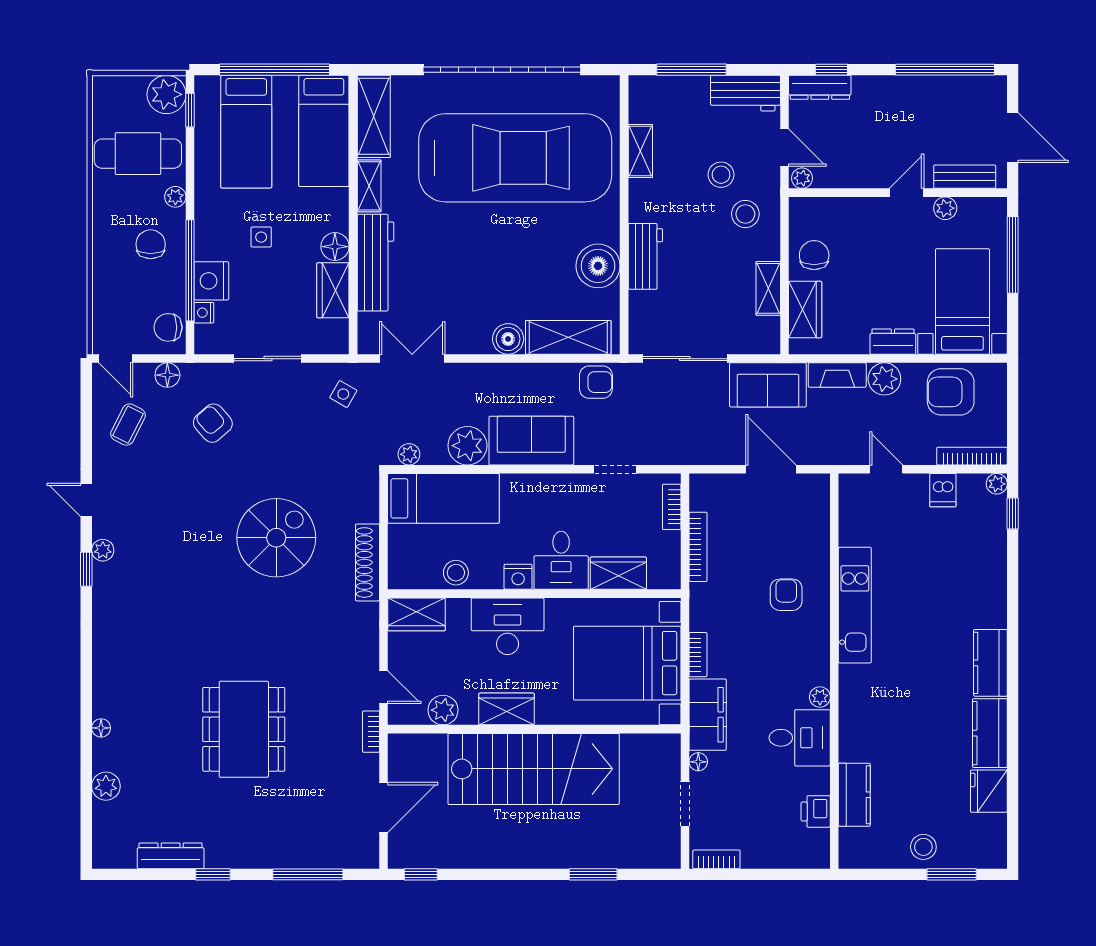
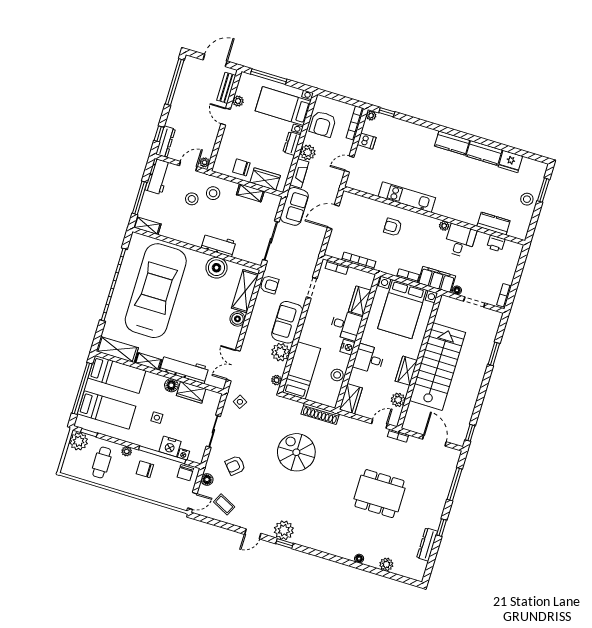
shelving: (640, 151) -> (147, 226), moved
cafe table: (138, 154) -> (102, 462), width x0.73, depth x0.74
armchair: (596, 382) -> (269, 285), turned 90
plant: (103, 550) -> (284, 530), width x1.88, depth x1.88
desk: (508, 626) -> (369, 359), width x0.73

